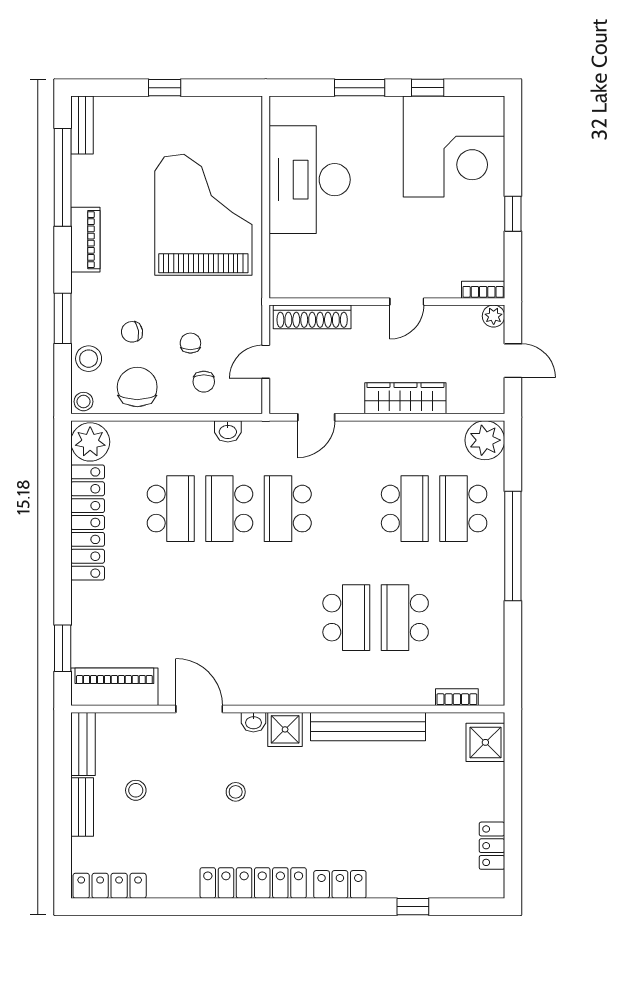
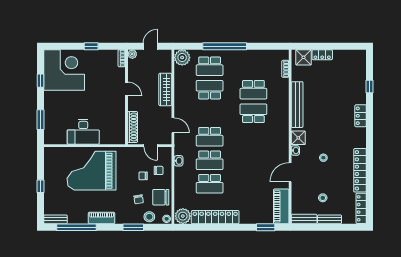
window: (360, 88) -> (40, 120), moved
desk: (310, 180) -> (83, 132), width x0.73, depth x0.77
school desk: (171, 509) -> (210, 184), turned 180
locker: (492, 846) -> (322, 55), moved
locker: (253, 883) -> (360, 170), moved

